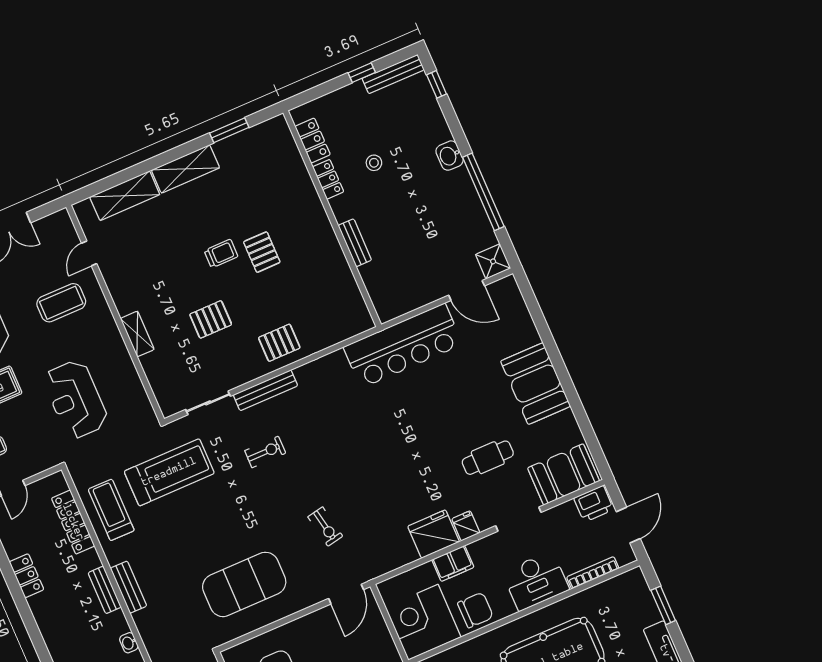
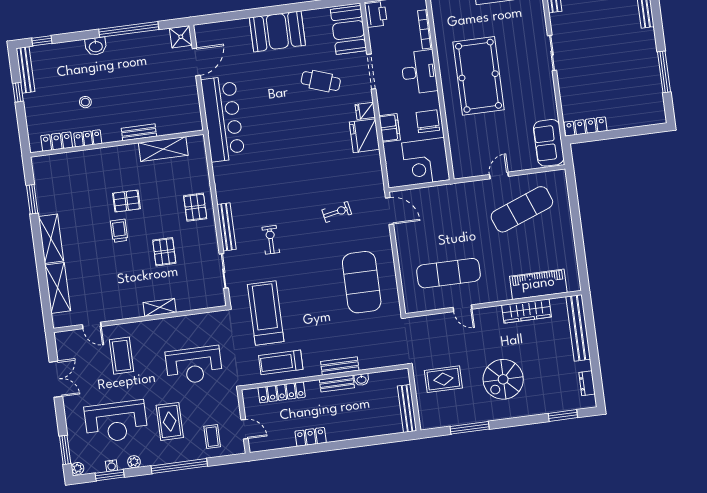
shelving: (342, 280) -> (163, 149), added
cafe table: (488, 458) -> (321, 81), turned -71
washbasin: (129, 643) -> (362, 380), moved

